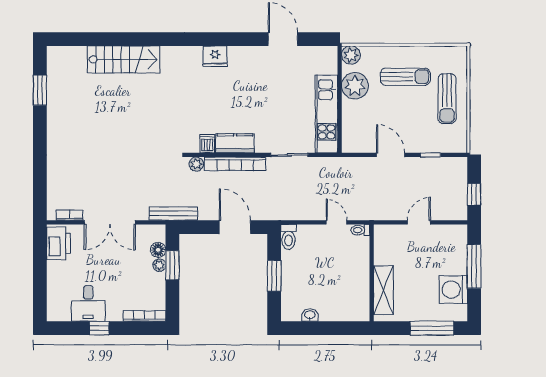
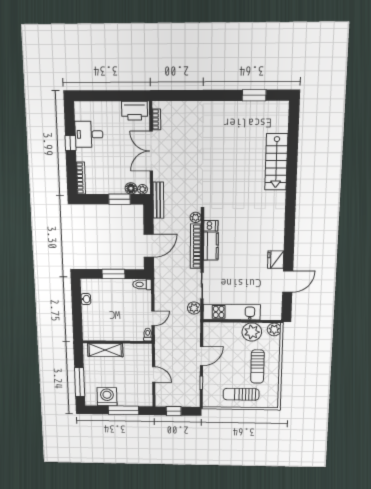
fridge: (215, 56) -> (276, 260), moved
plant: (321, 166) -> (194, 308), added
plant: (159, 265) -> (142, 189), moved

